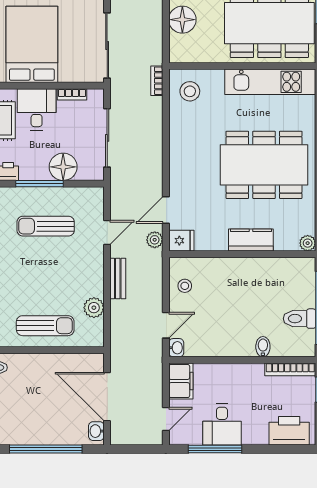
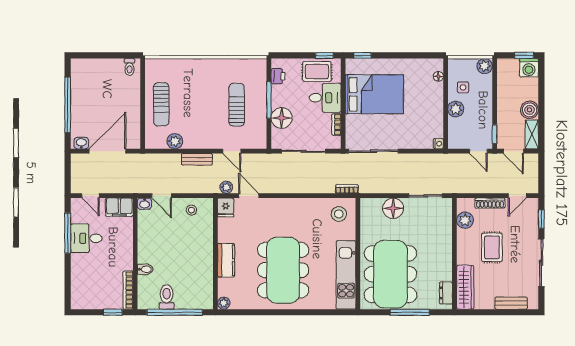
printer: (289, 431) -> (82, 289), removed

